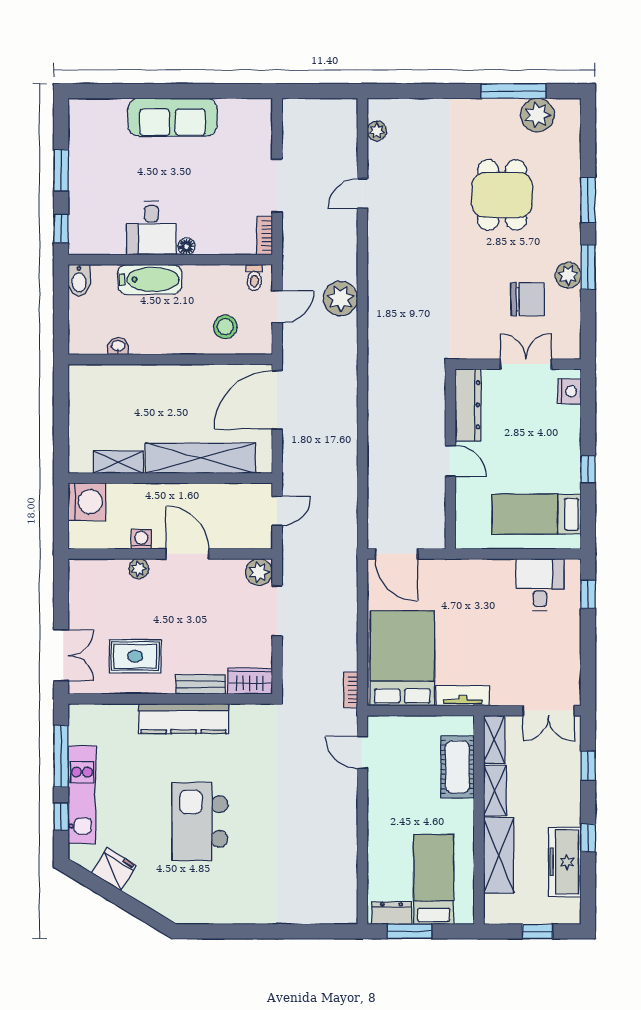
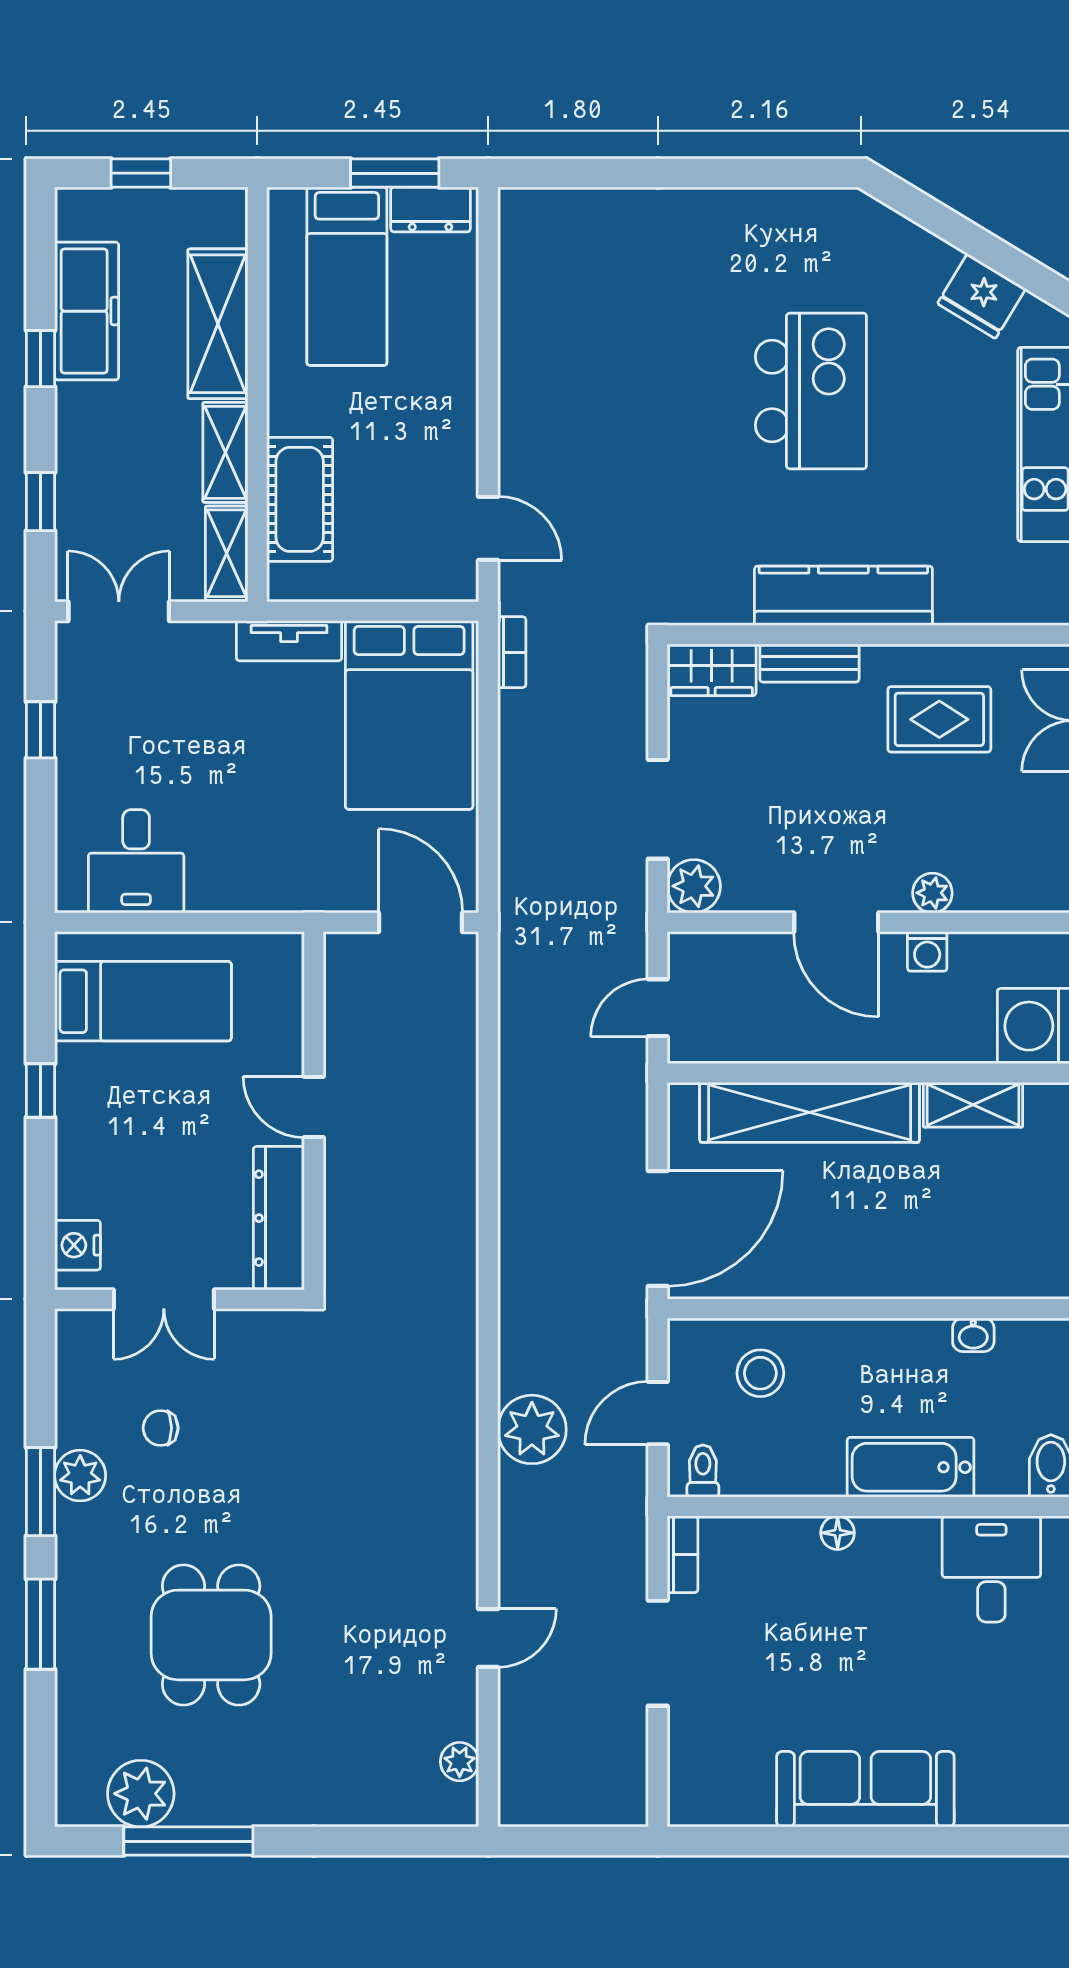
desk: (151, 228) -> (991, 1569), moved
chair: (528, 299) -> (161, 1428), width x0.54, depth x0.54
window: (588, 594) -> (41, 730), moved

